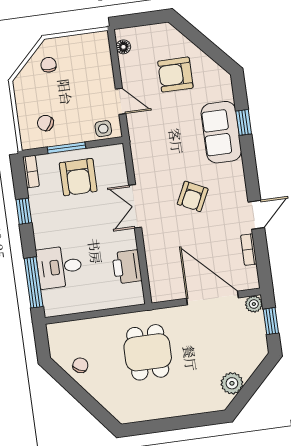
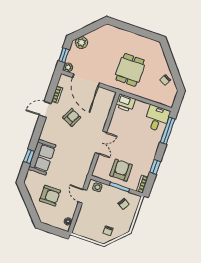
armchair: (193, 196) -> (72, 117), moved
desk: (59, 267) -> (157, 119), moved, turned -90
printer: (127, 267) -> (125, 103), moved, turned 90
plant: (232, 383) -> (81, 43), moved

